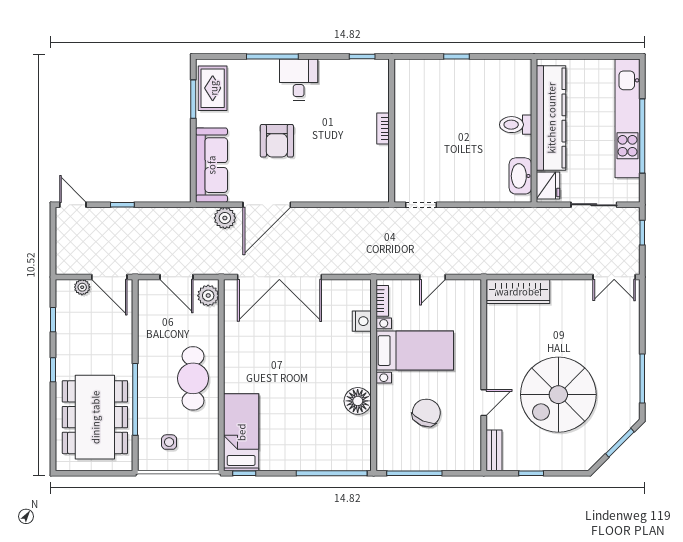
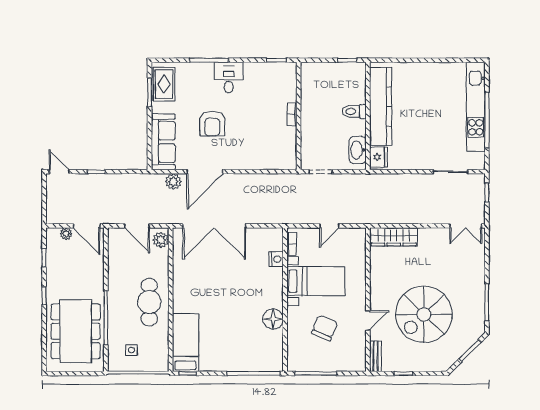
kitchen counter: (551, 118) -> (381, 106), moved
toilet: (516, 125) -> (354, 111), moved
wall: (534, 131) -> (368, 116), moved
washbasin: (520, 176) -> (358, 150), moved
fridge: (548, 185) -> (378, 157), moved

